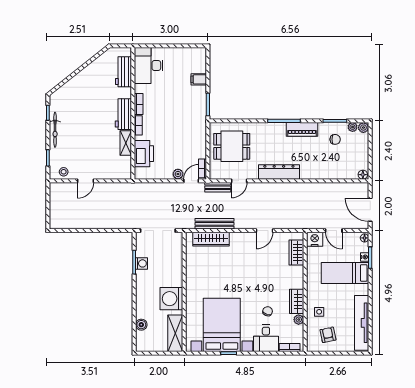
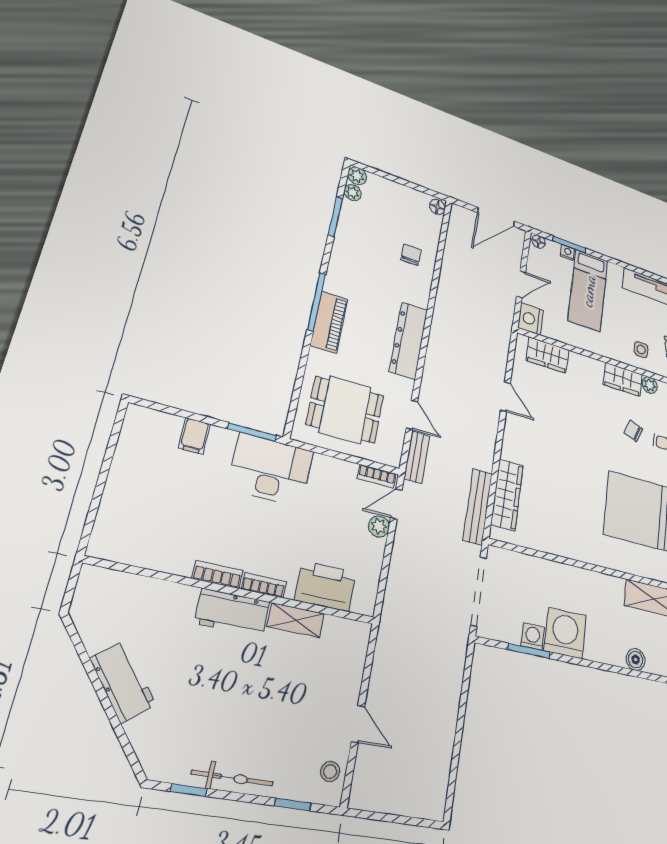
desk: (149, 65) -> (271, 470), moved, turned 180
workbench: (124, 72) -> (123, 682), moved, turned -128
piano: (302, 129) -> (329, 322), moved
chair: (335, 139) -> (411, 255), moved
dining table: (232, 146) -> (345, 410), turned 90
door: (191, 181) -> (396, 504), hinge flipped
bench: (214, 224) -> (478, 507), moved
washing machine: (171, 299) -> (565, 633), moved, turned 180

